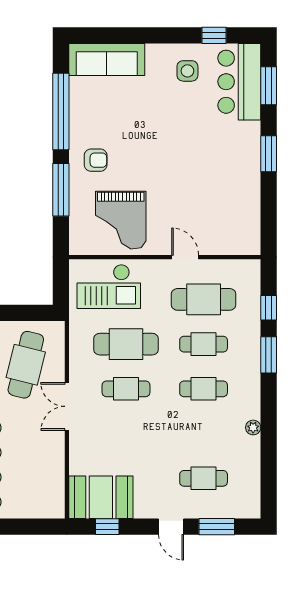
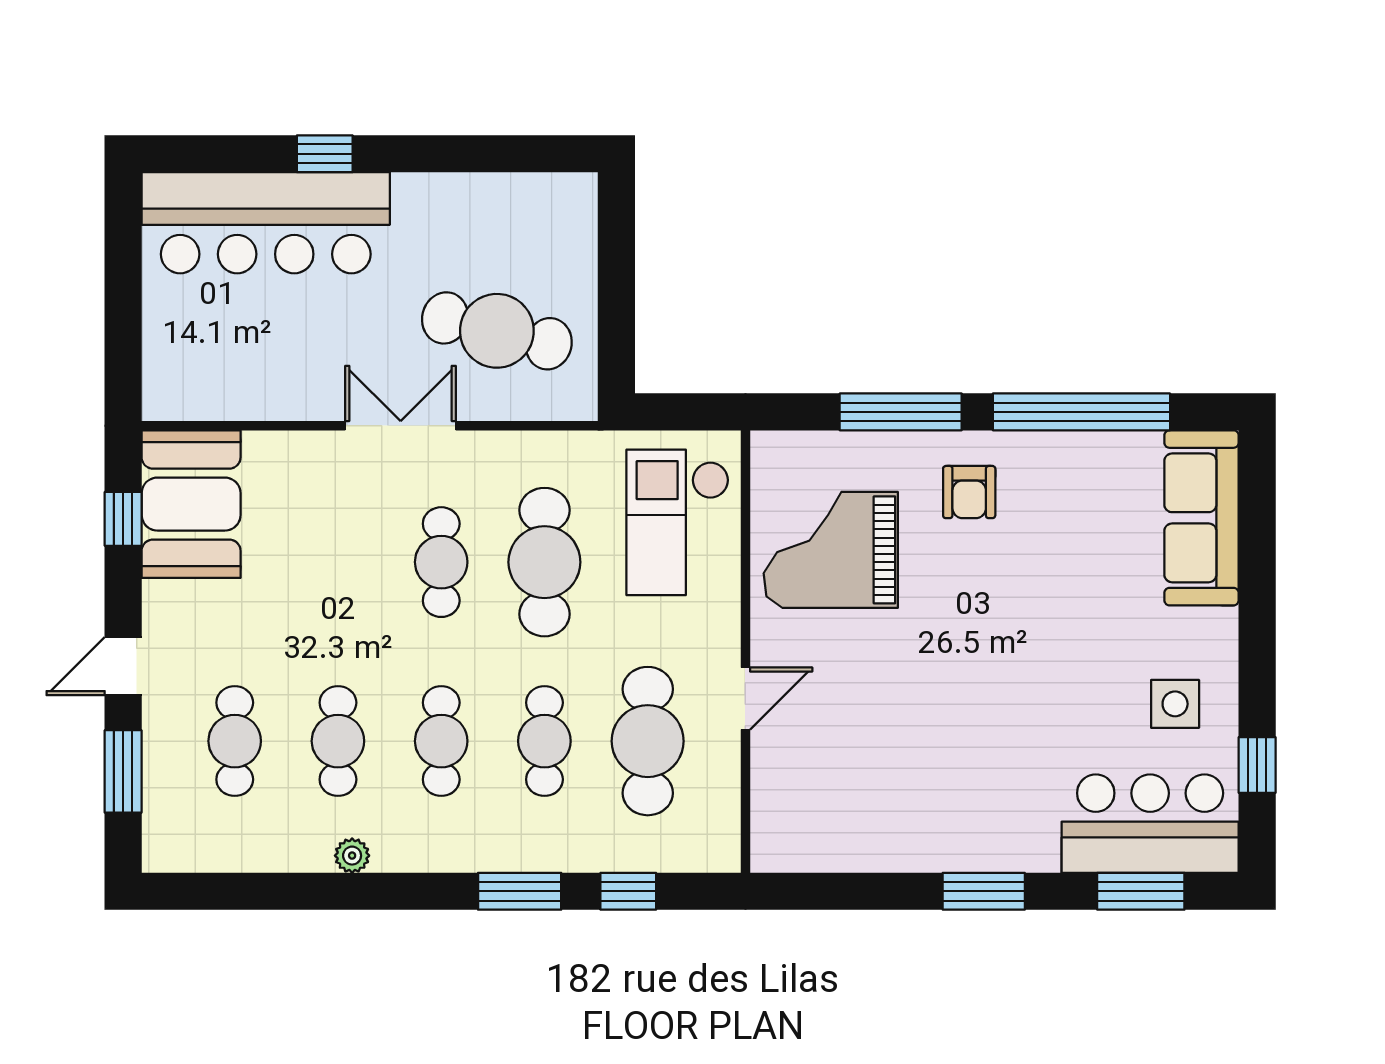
cafe table: (204, 434) -> (338, 741), added

